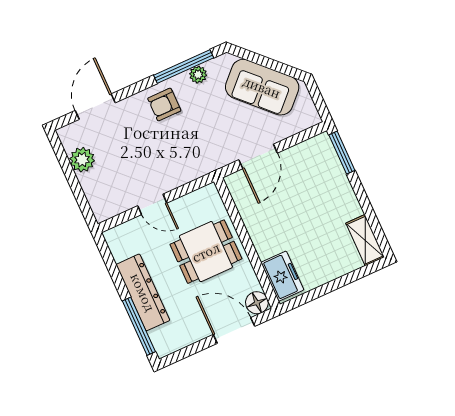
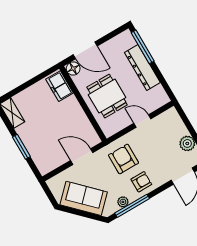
armchair: (190, 145) -> (124, 159), added
window: (342, 153) -> (21, 147), moved
door: (258, 156) -> (82, 157), hinge flipped
dining table: (206, 252) -> (107, 96), turned 90

